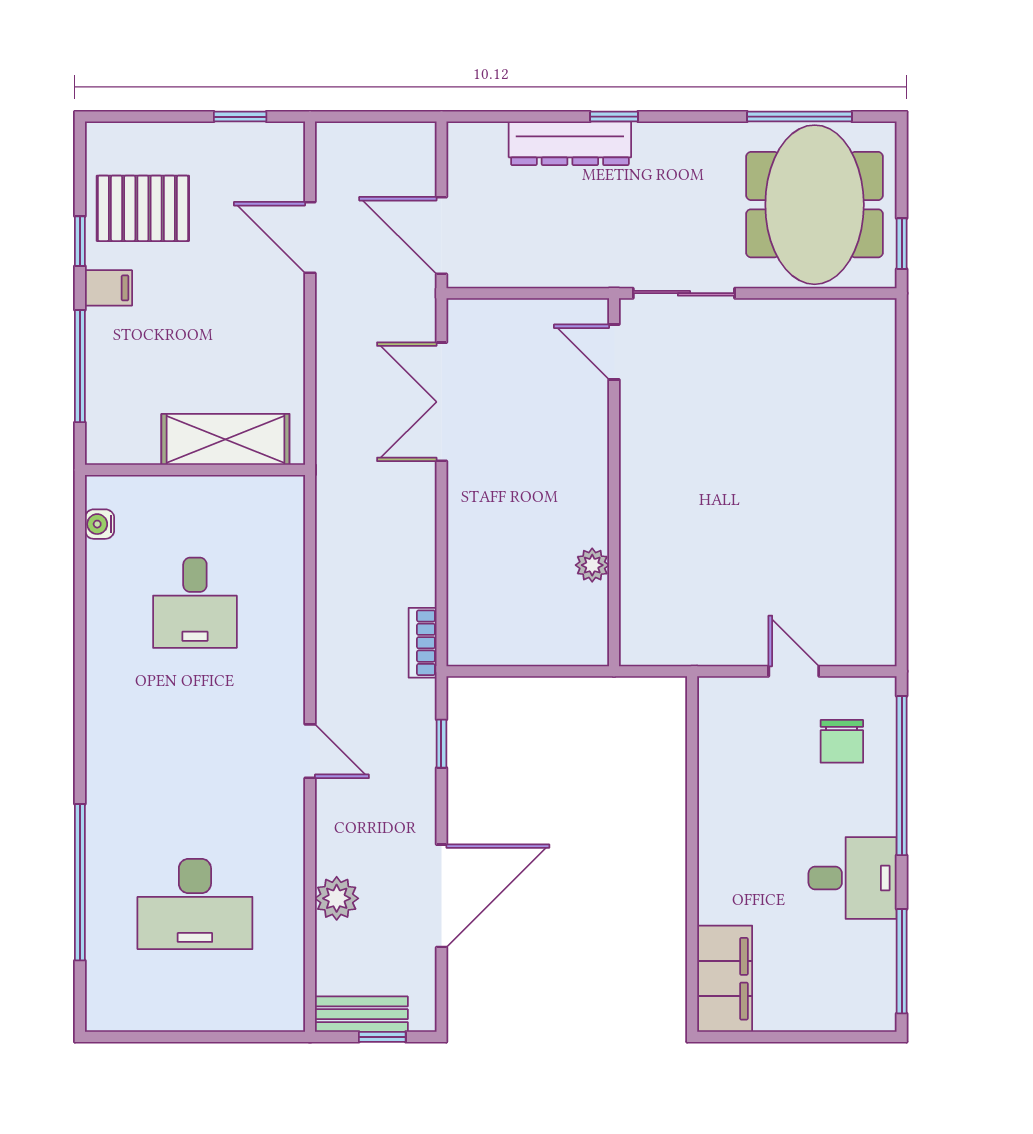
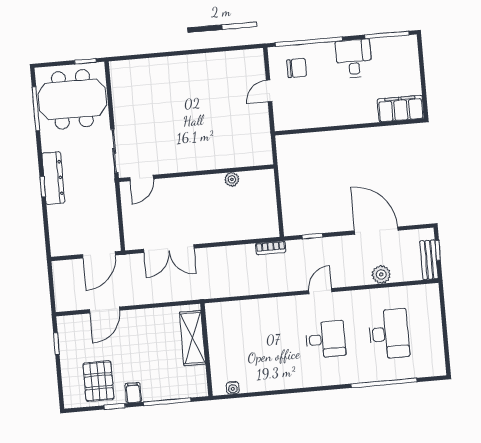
dresser: (570, 143) -> (53, 178), moved
desk: (195, 603) -> (326, 339), moved

